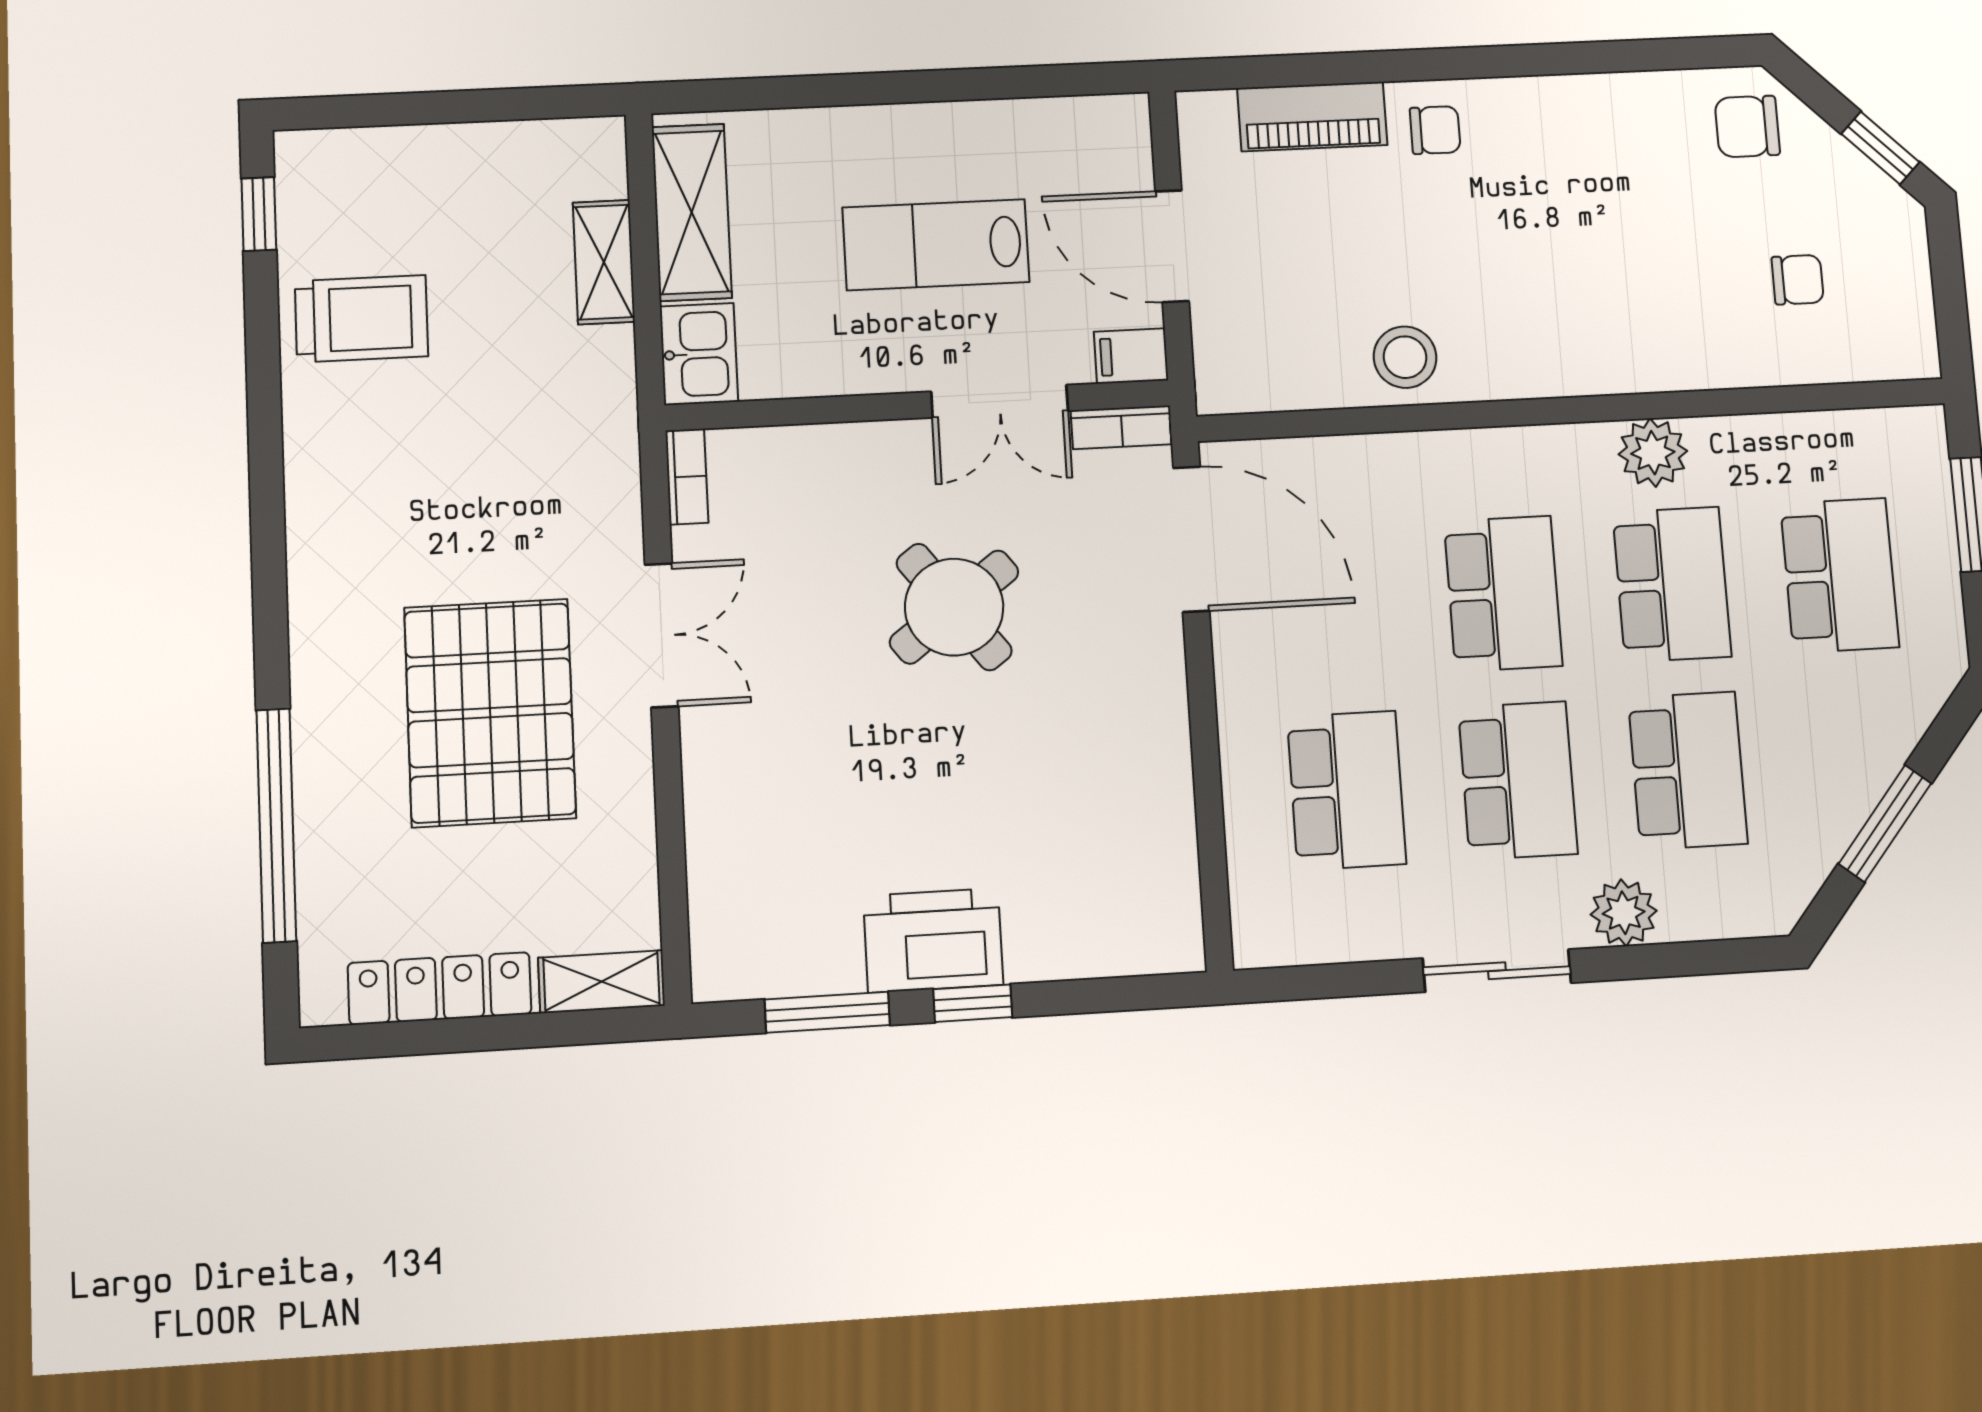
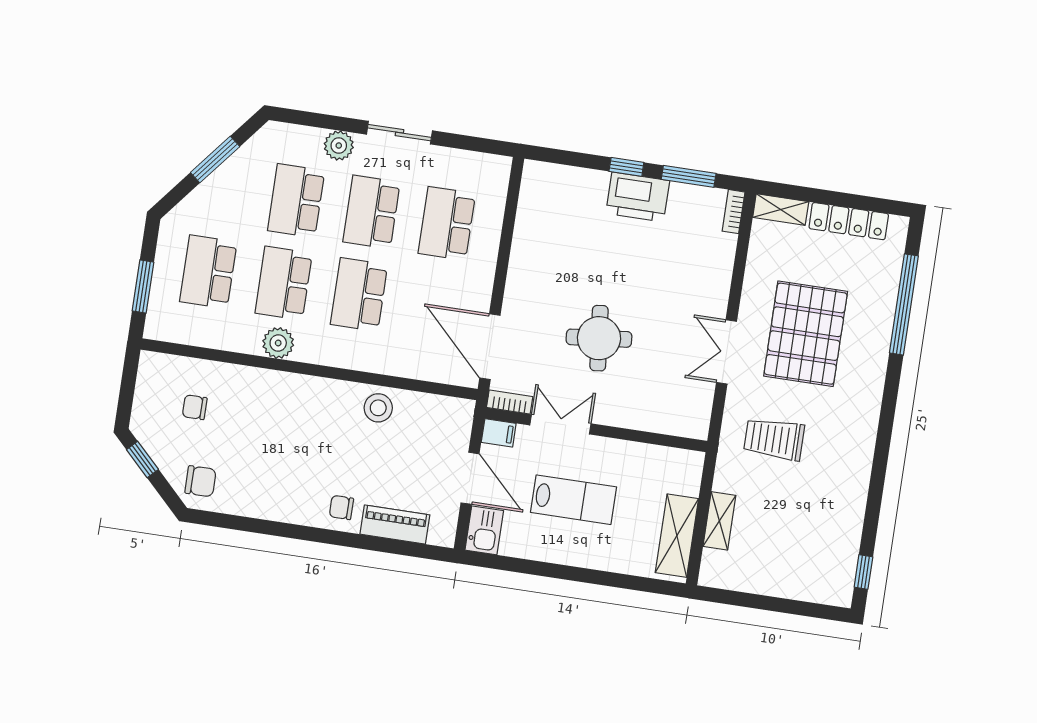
trolley: (361, 319) -> (774, 439), moved
kitchen sink: (699, 354) -> (484, 530), moved, turned 180
bookcase: (687, 477) -> (734, 212), moved
round table: (954, 607) -> (599, 338), turned 31

